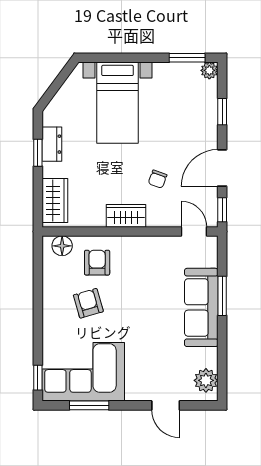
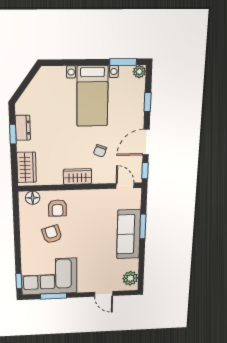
bed with nightstands: (118, 103) -> (92, 96), moved
armchair: (97, 263) -> (57, 208), turned 180

